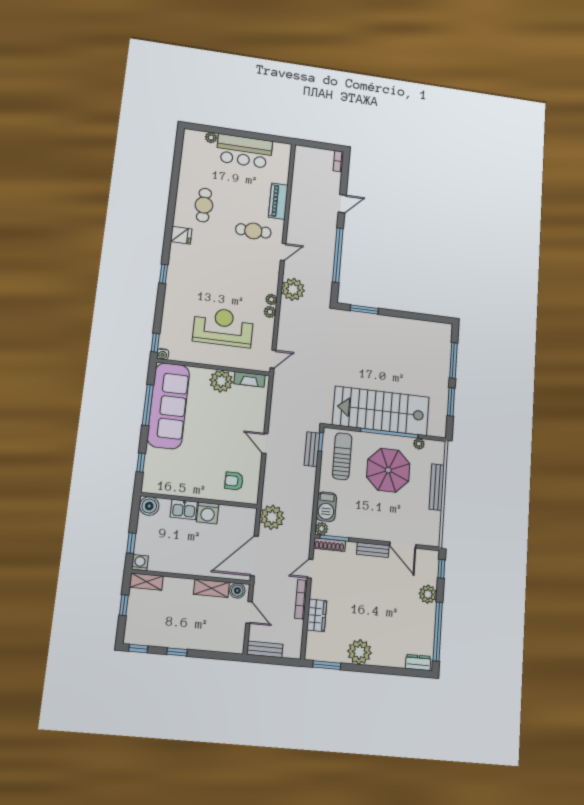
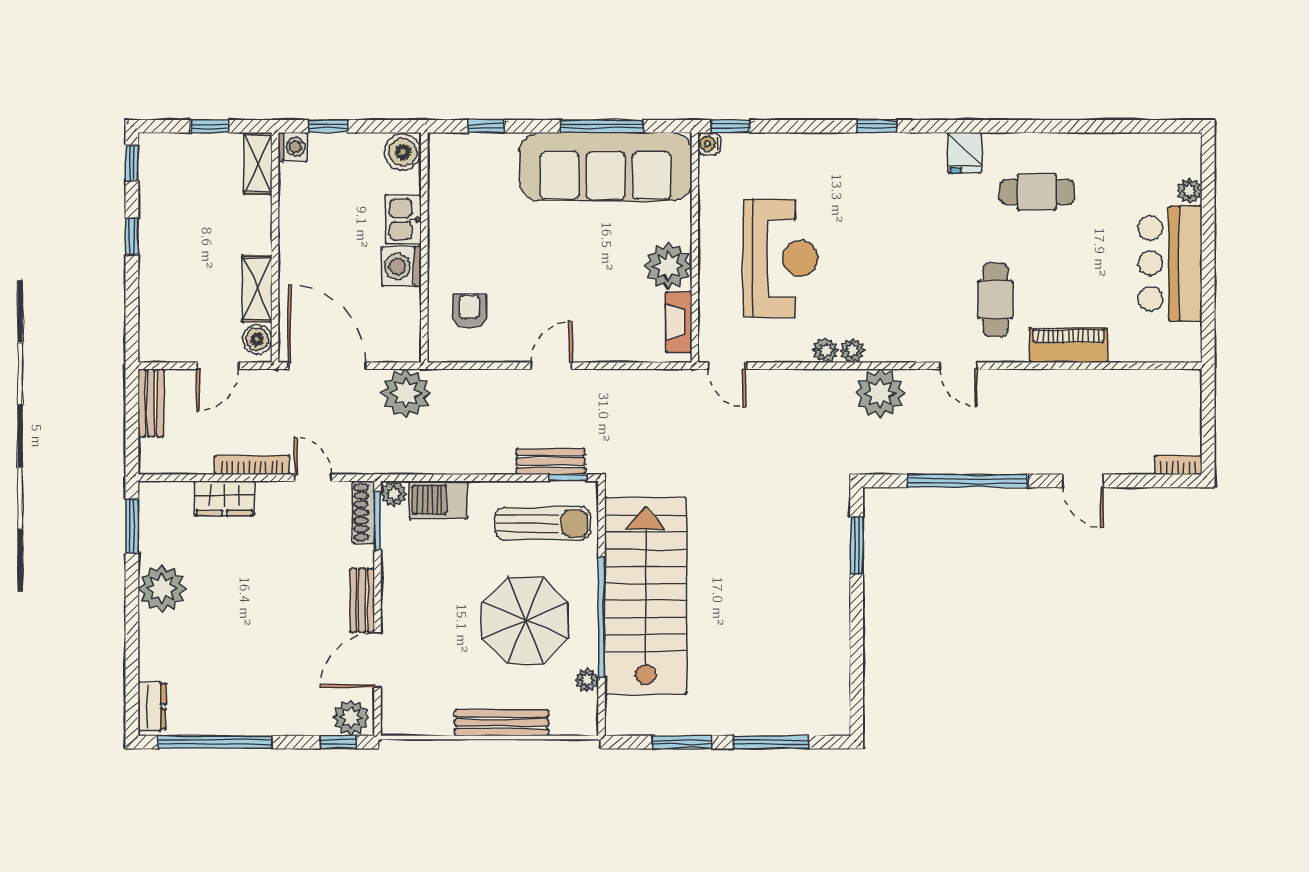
plant: (428, 594) -> (351, 718), moved

